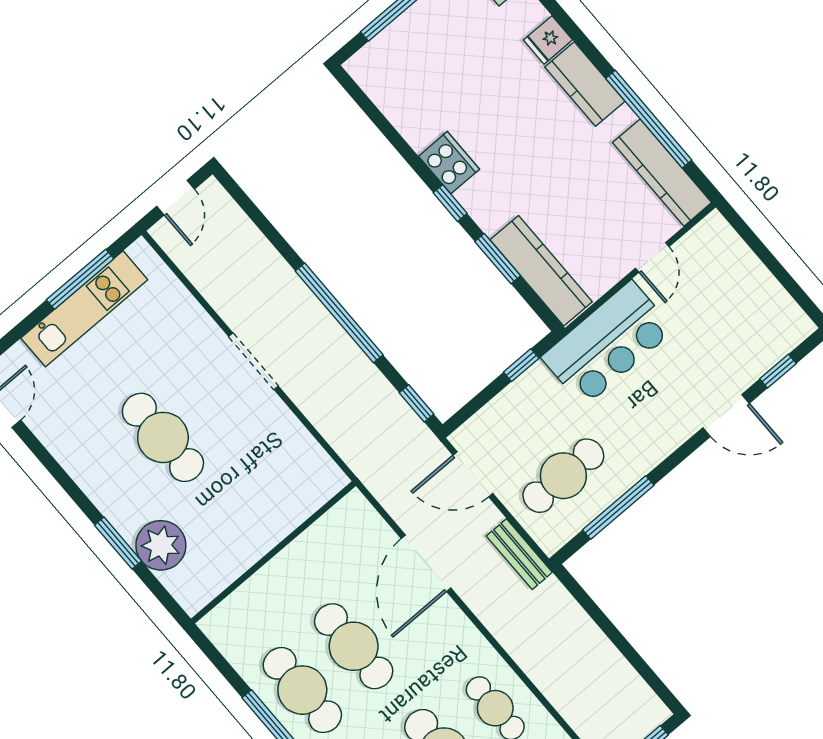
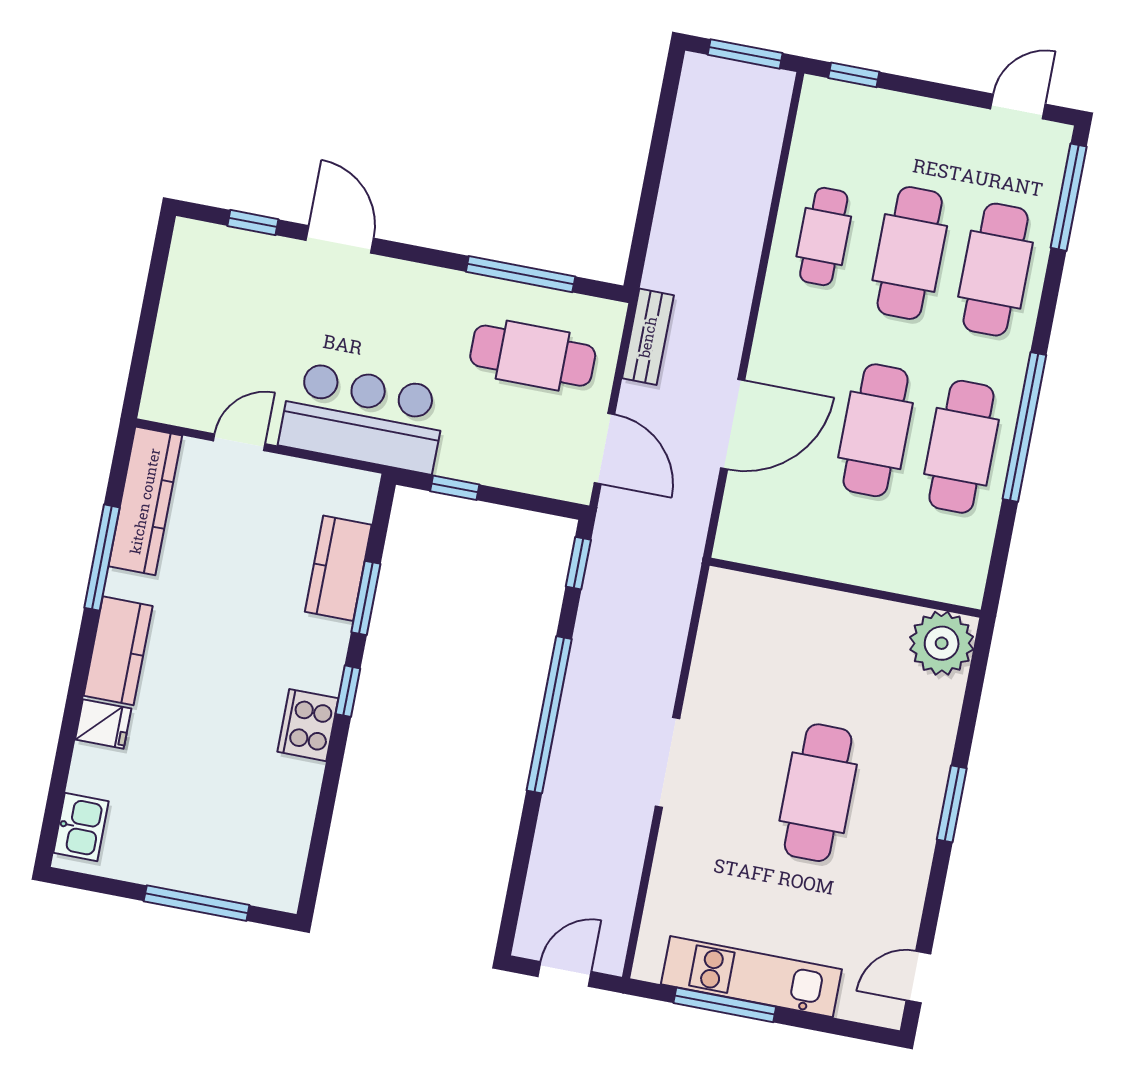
window: (649, 119) -> (102, 558), width x0.68
kitchen counter: (541, 271) -> (338, 568), width x0.67
window: (118, 543) -> (952, 804), moved
plant: (161, 545) -> (942, 643), moved

